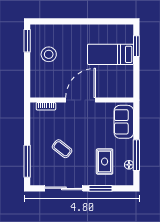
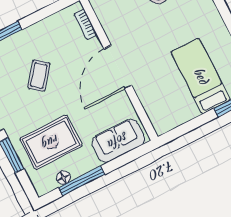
door: (81, 100) -> (118, 67), swing flipped
rug: (105, 162) -> (51, 142), width x1.36, depth x1.43

